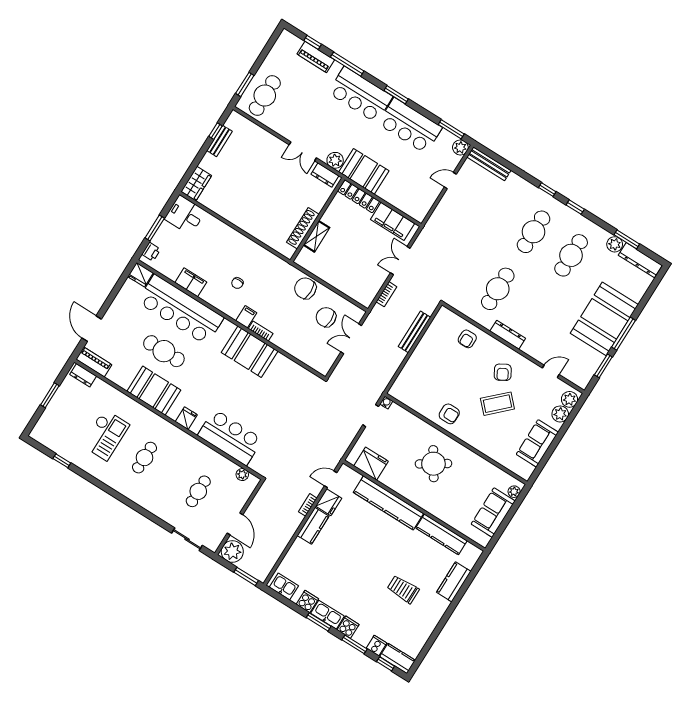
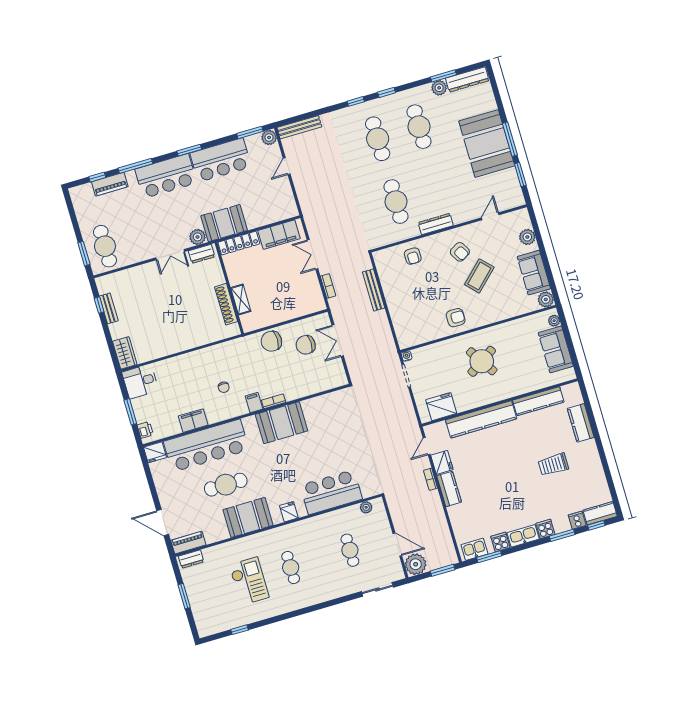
plant: (570, 399) -> (546, 299), moved
window: (319, 622) -> (489, 557), moved

